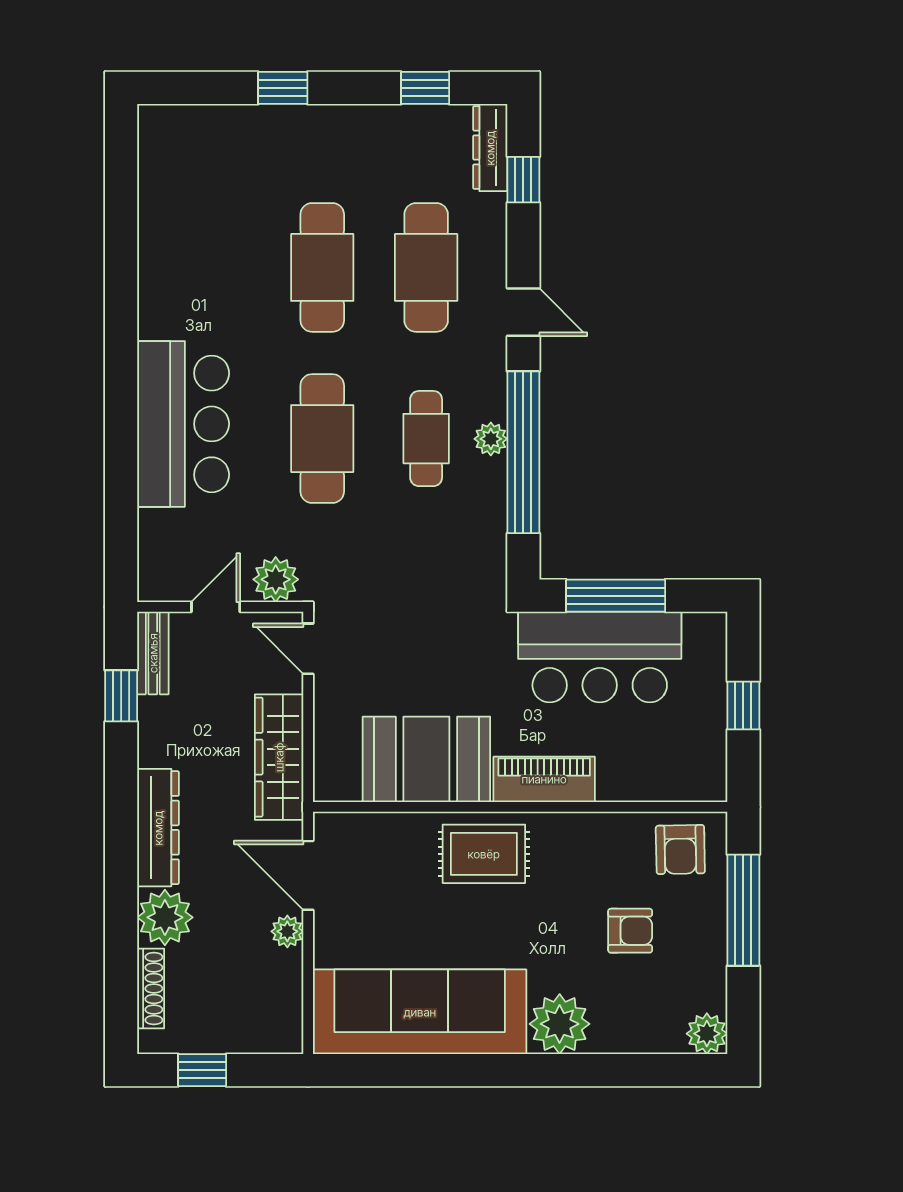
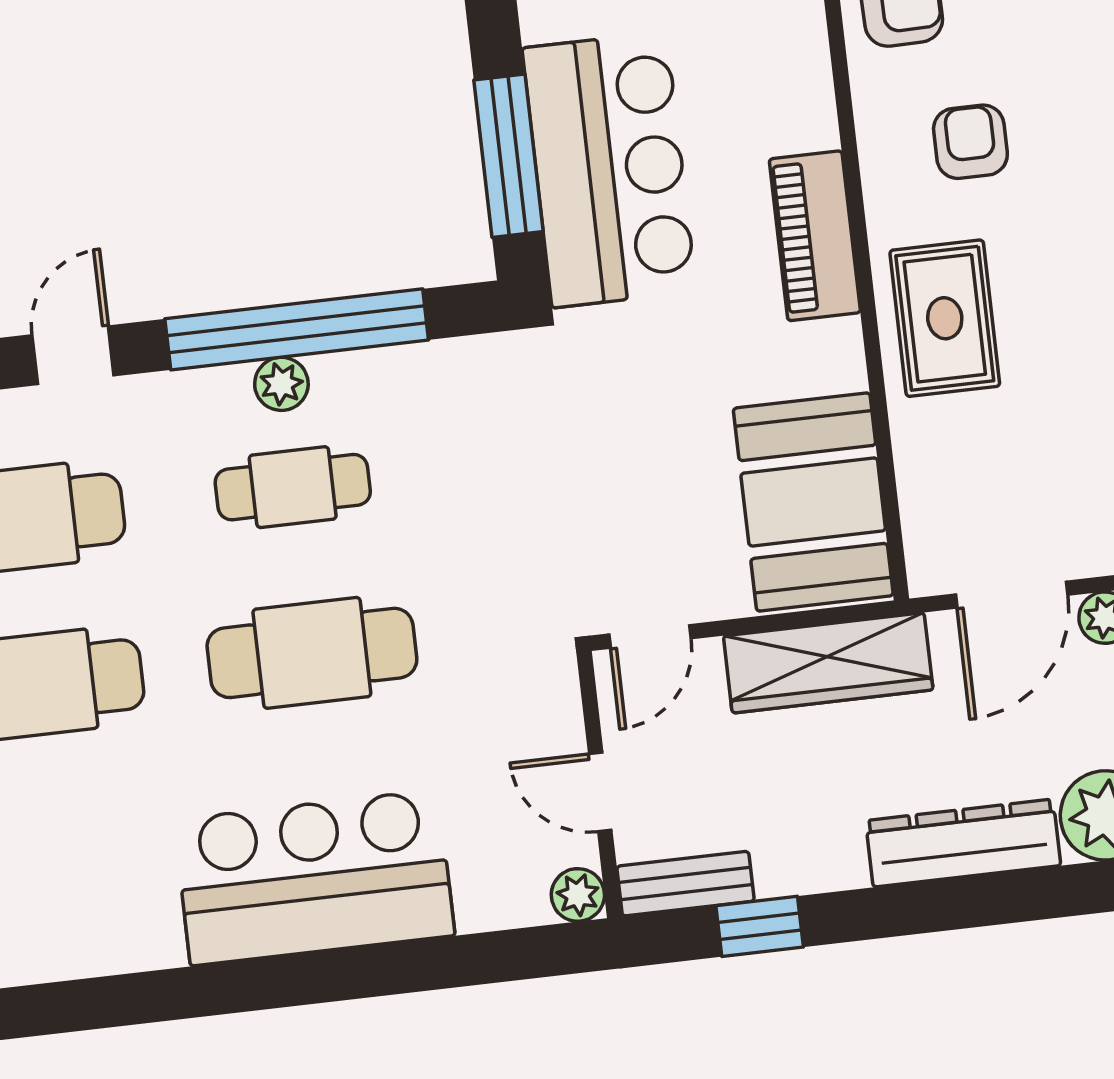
plant: (276, 579) -> (578, 895), moved, width x0.73, depth x0.73
booth: (426, 759) -> (813, 502), moved
armchair: (630, 931) -> (970, 142), moved

